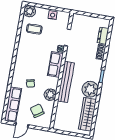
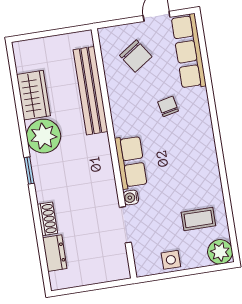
bench: (66, 82) -> (90, 91), moved
plant: (50, 95) -> (120, 98), removed
wardrobe: (87, 114) -> (33, 95), width x0.67

